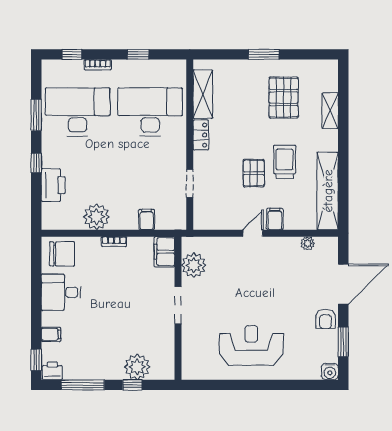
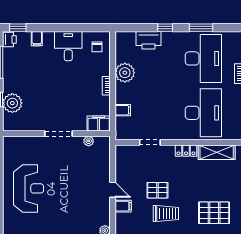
chair: (62, 254) -> (97, 47), width x0.54, depth x0.54
plant: (194, 265) -> (89, 141), width x0.53, depth x0.53

